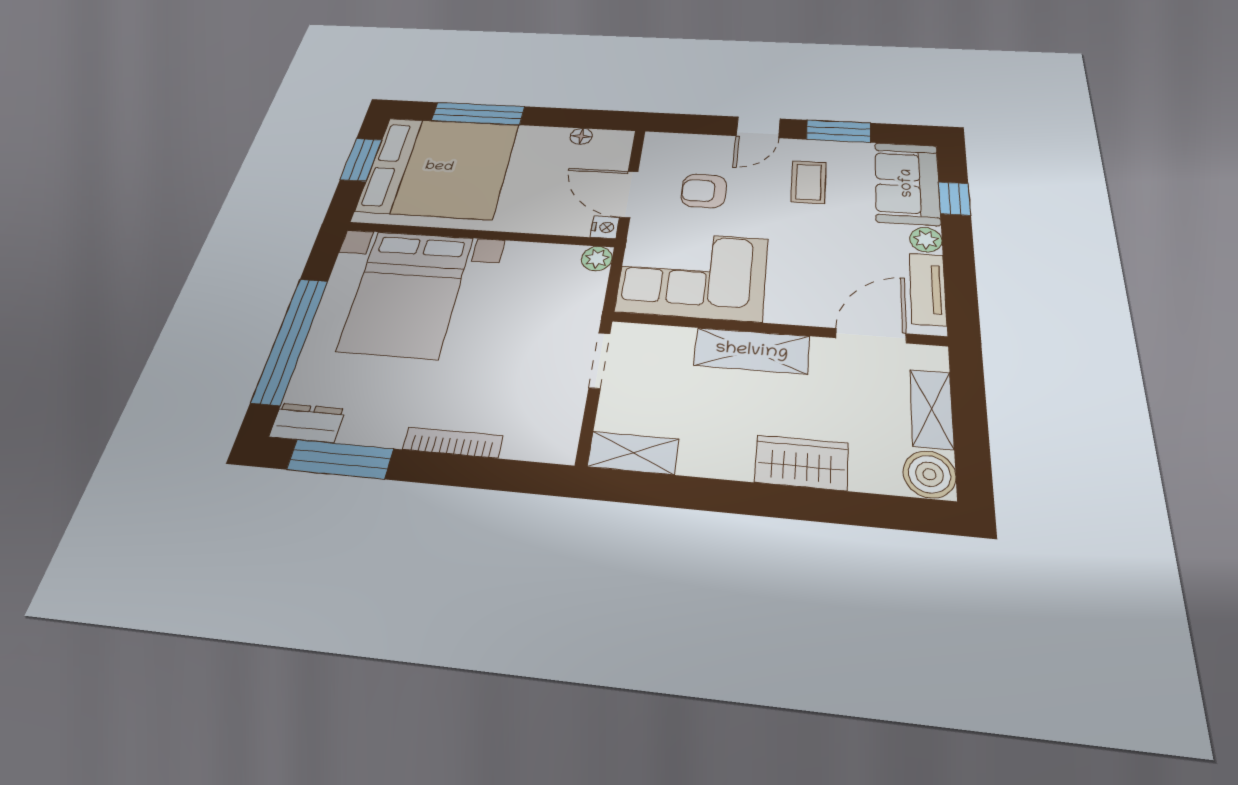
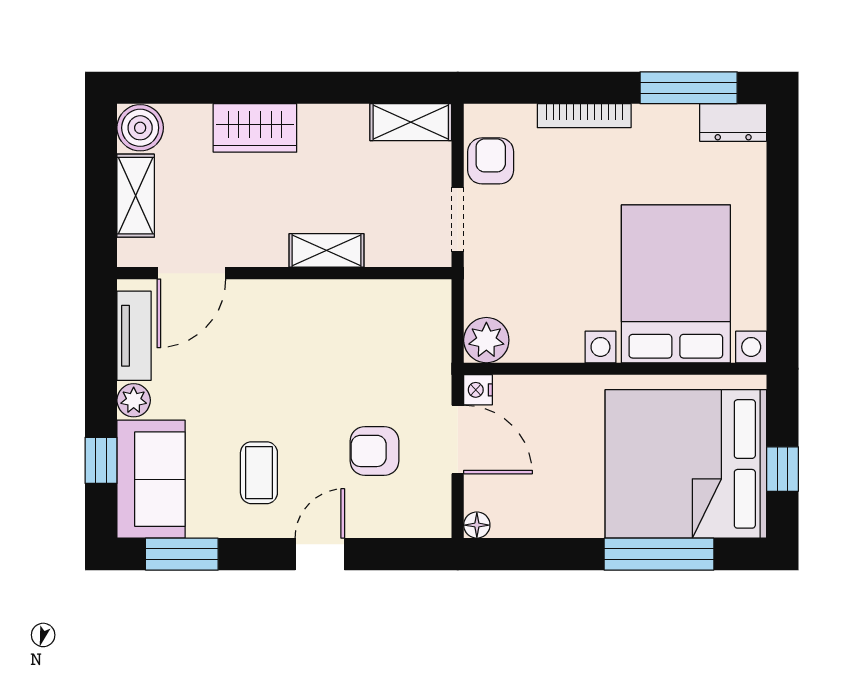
window: (839, 131) -> (182, 554), moved
floor lamp: (581, 136) -> (477, 525), moved
window: (361, 160) -> (783, 469), width x0.67
armchair: (704, 191) -> (375, 451), turned 180
plant: (597, 259) -> (486, 340), width x1.38, depth x1.38
corner sofa: (692, 275) -> (376, 333), removed
window: (291, 340) -> (783, 215), removed
shelving: (752, 351) -> (326, 250), width x0.67, depth x0.75
armchair: (557, 409) -> (491, 161), added

